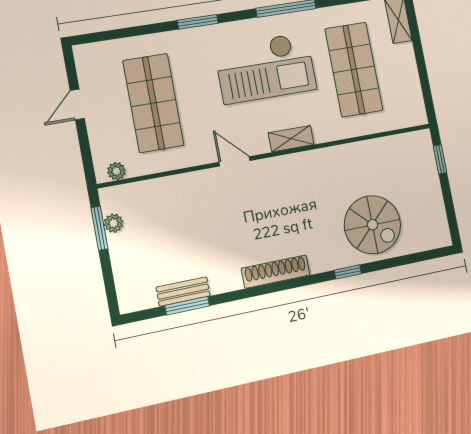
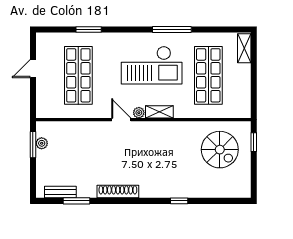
window: (198, 22) -> (89, 30), moved
plant: (116, 171) -> (139, 113), moved
spiral stairs: (372, 225) -> (220, 150), moved
shoe rack: (276, 272) -> (118, 192), moved
bench: (183, 292) -> (60, 192), moved

